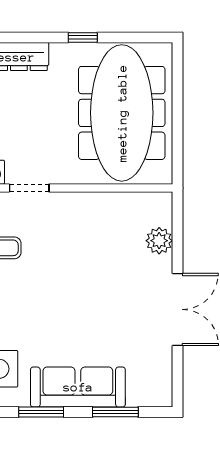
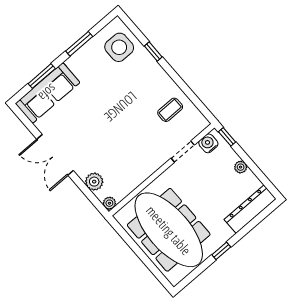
plant: (163, 201) -> (109, 203), added
sofa: (78, 387) -> (48, 93), moved

